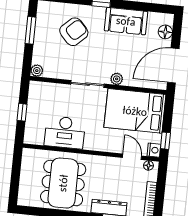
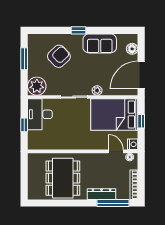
plant: (37, 71) -> (37, 86), width x1.88, depth x1.88
desk: (65, 132) -> (40, 114), moved, turned 90
window: (165, 141) -> (141, 121), moved

